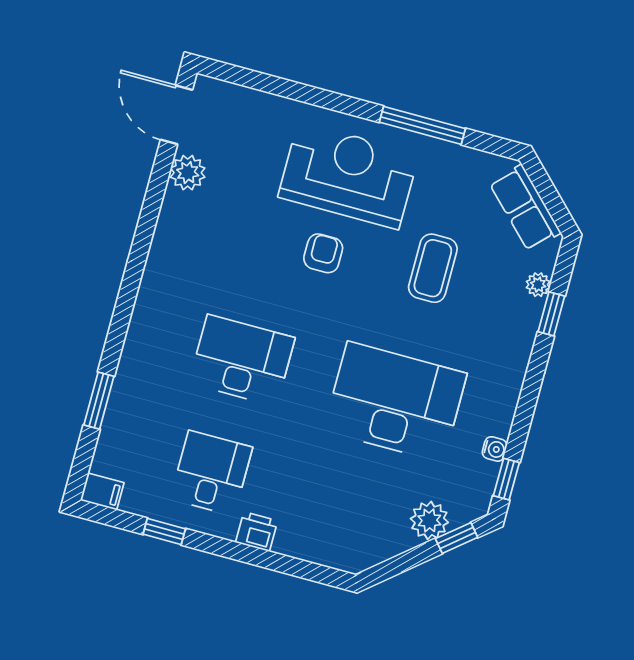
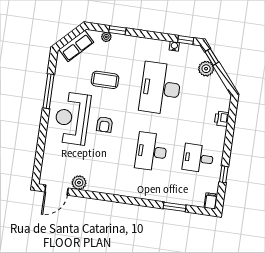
armchair: (323, 253) -> (105, 124), turned -90
printer: (257, 532) -> (222, 119), moved

